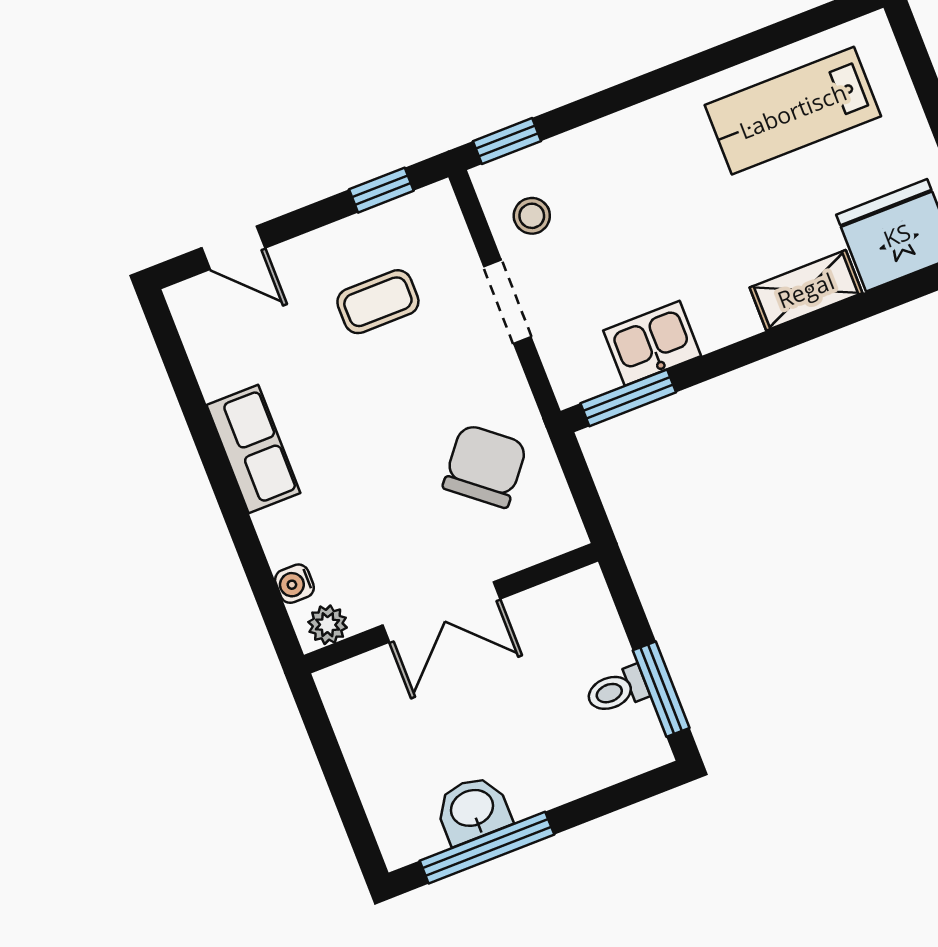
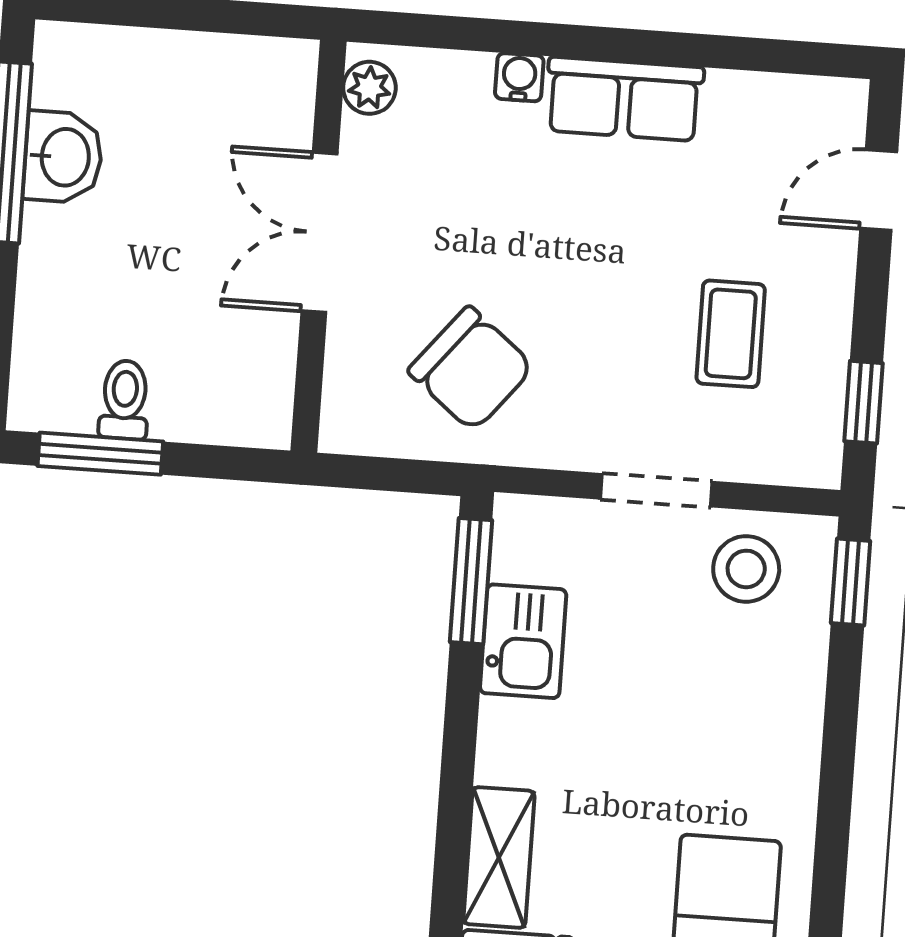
stool: (532, 216) -> (746, 569), width x1.37, depth x1.37
water cooler: (294, 584) -> (519, 77), moved

